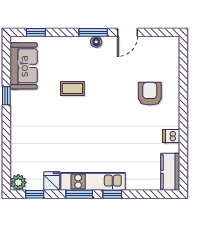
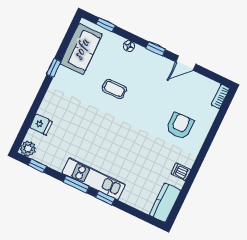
window: (93, 32) -> (156, 49), width x0.67
floor lamp: (96, 42) -> (129, 46), moved
bookcase: (175, 48) -> (220, 97), added
fridge: (52, 181) -> (41, 124), moved, turned 90

